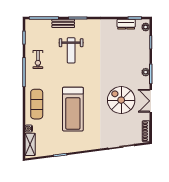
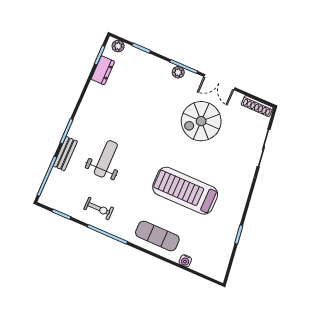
weight bench: (71, 50) -> (106, 159), turned -90
treadmill: (73, 109) -> (185, 191), turned 180
shelving: (30, 144) -> (207, 268), removed

